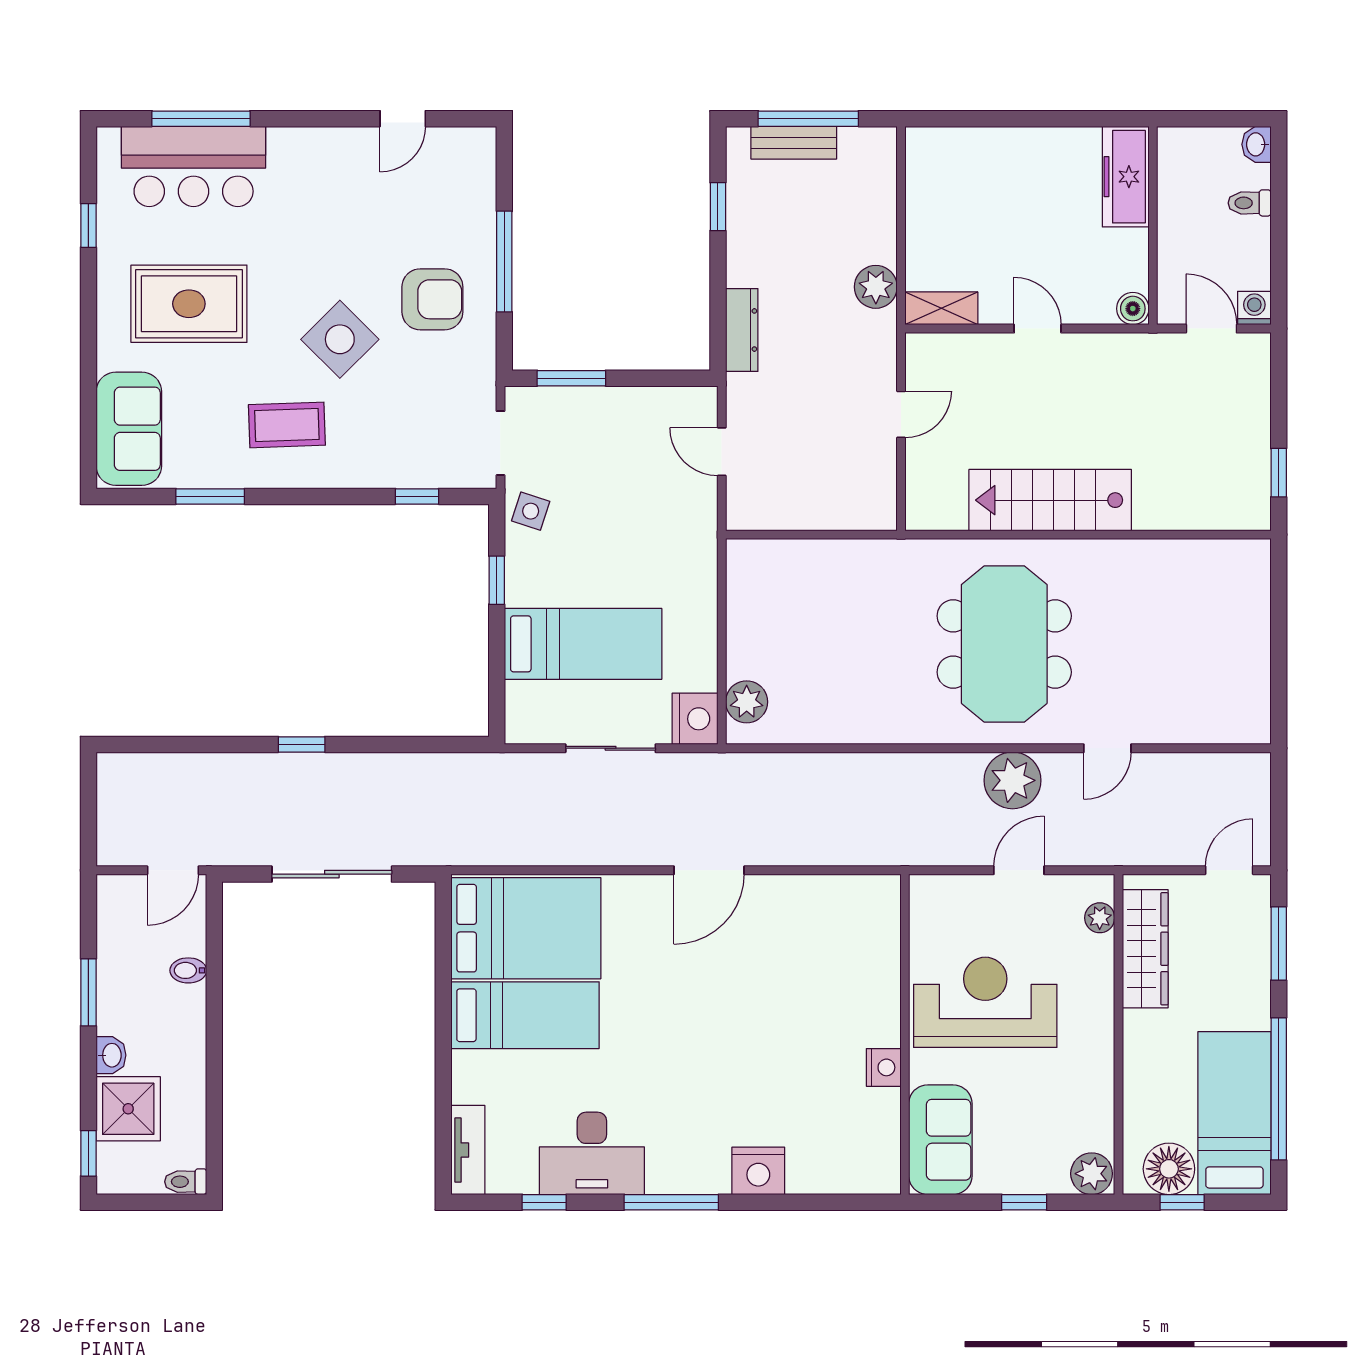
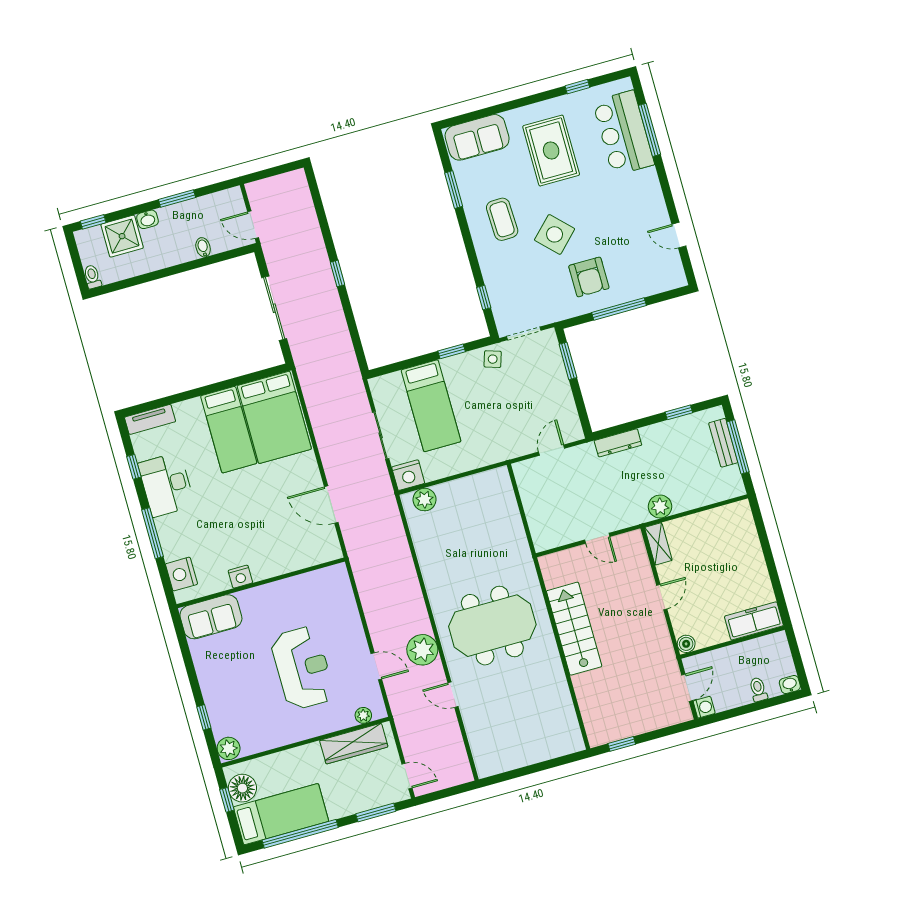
wall: (905, 1034) -> (261, 583), moved
nightstand: (884, 1067) -> (240, 577), moved
sofa: (940, 1140) -> (211, 617), moved

